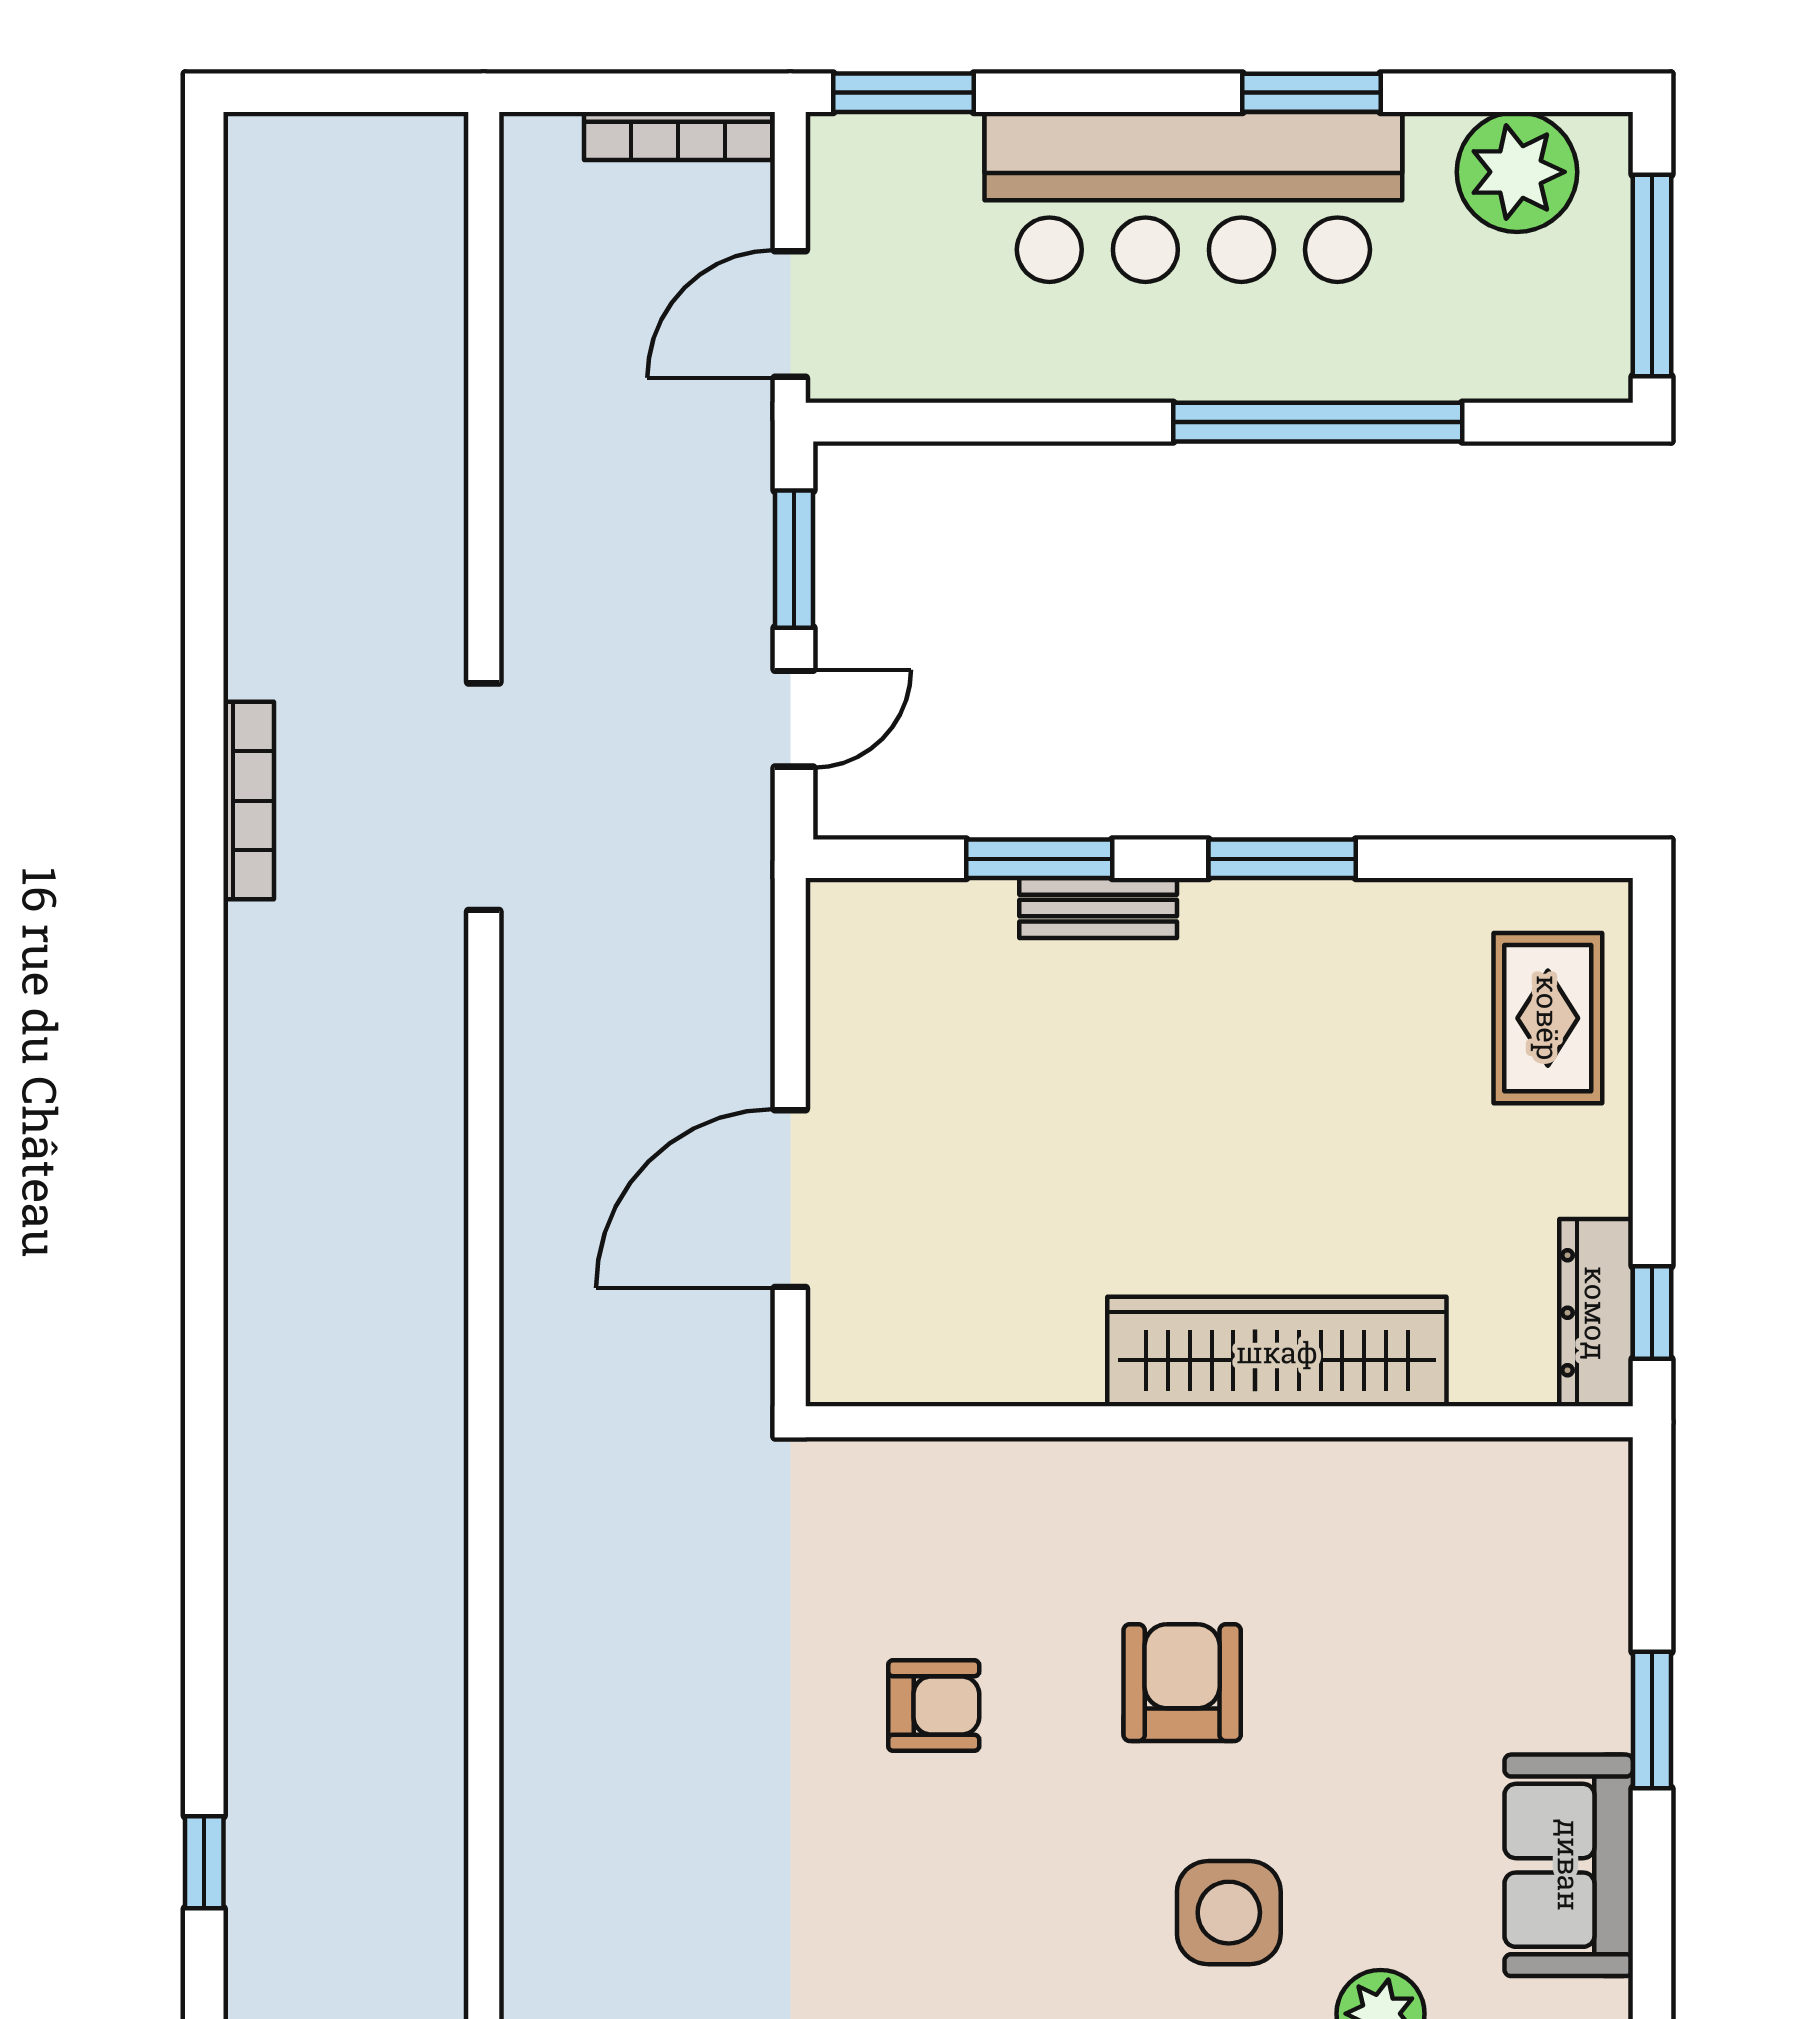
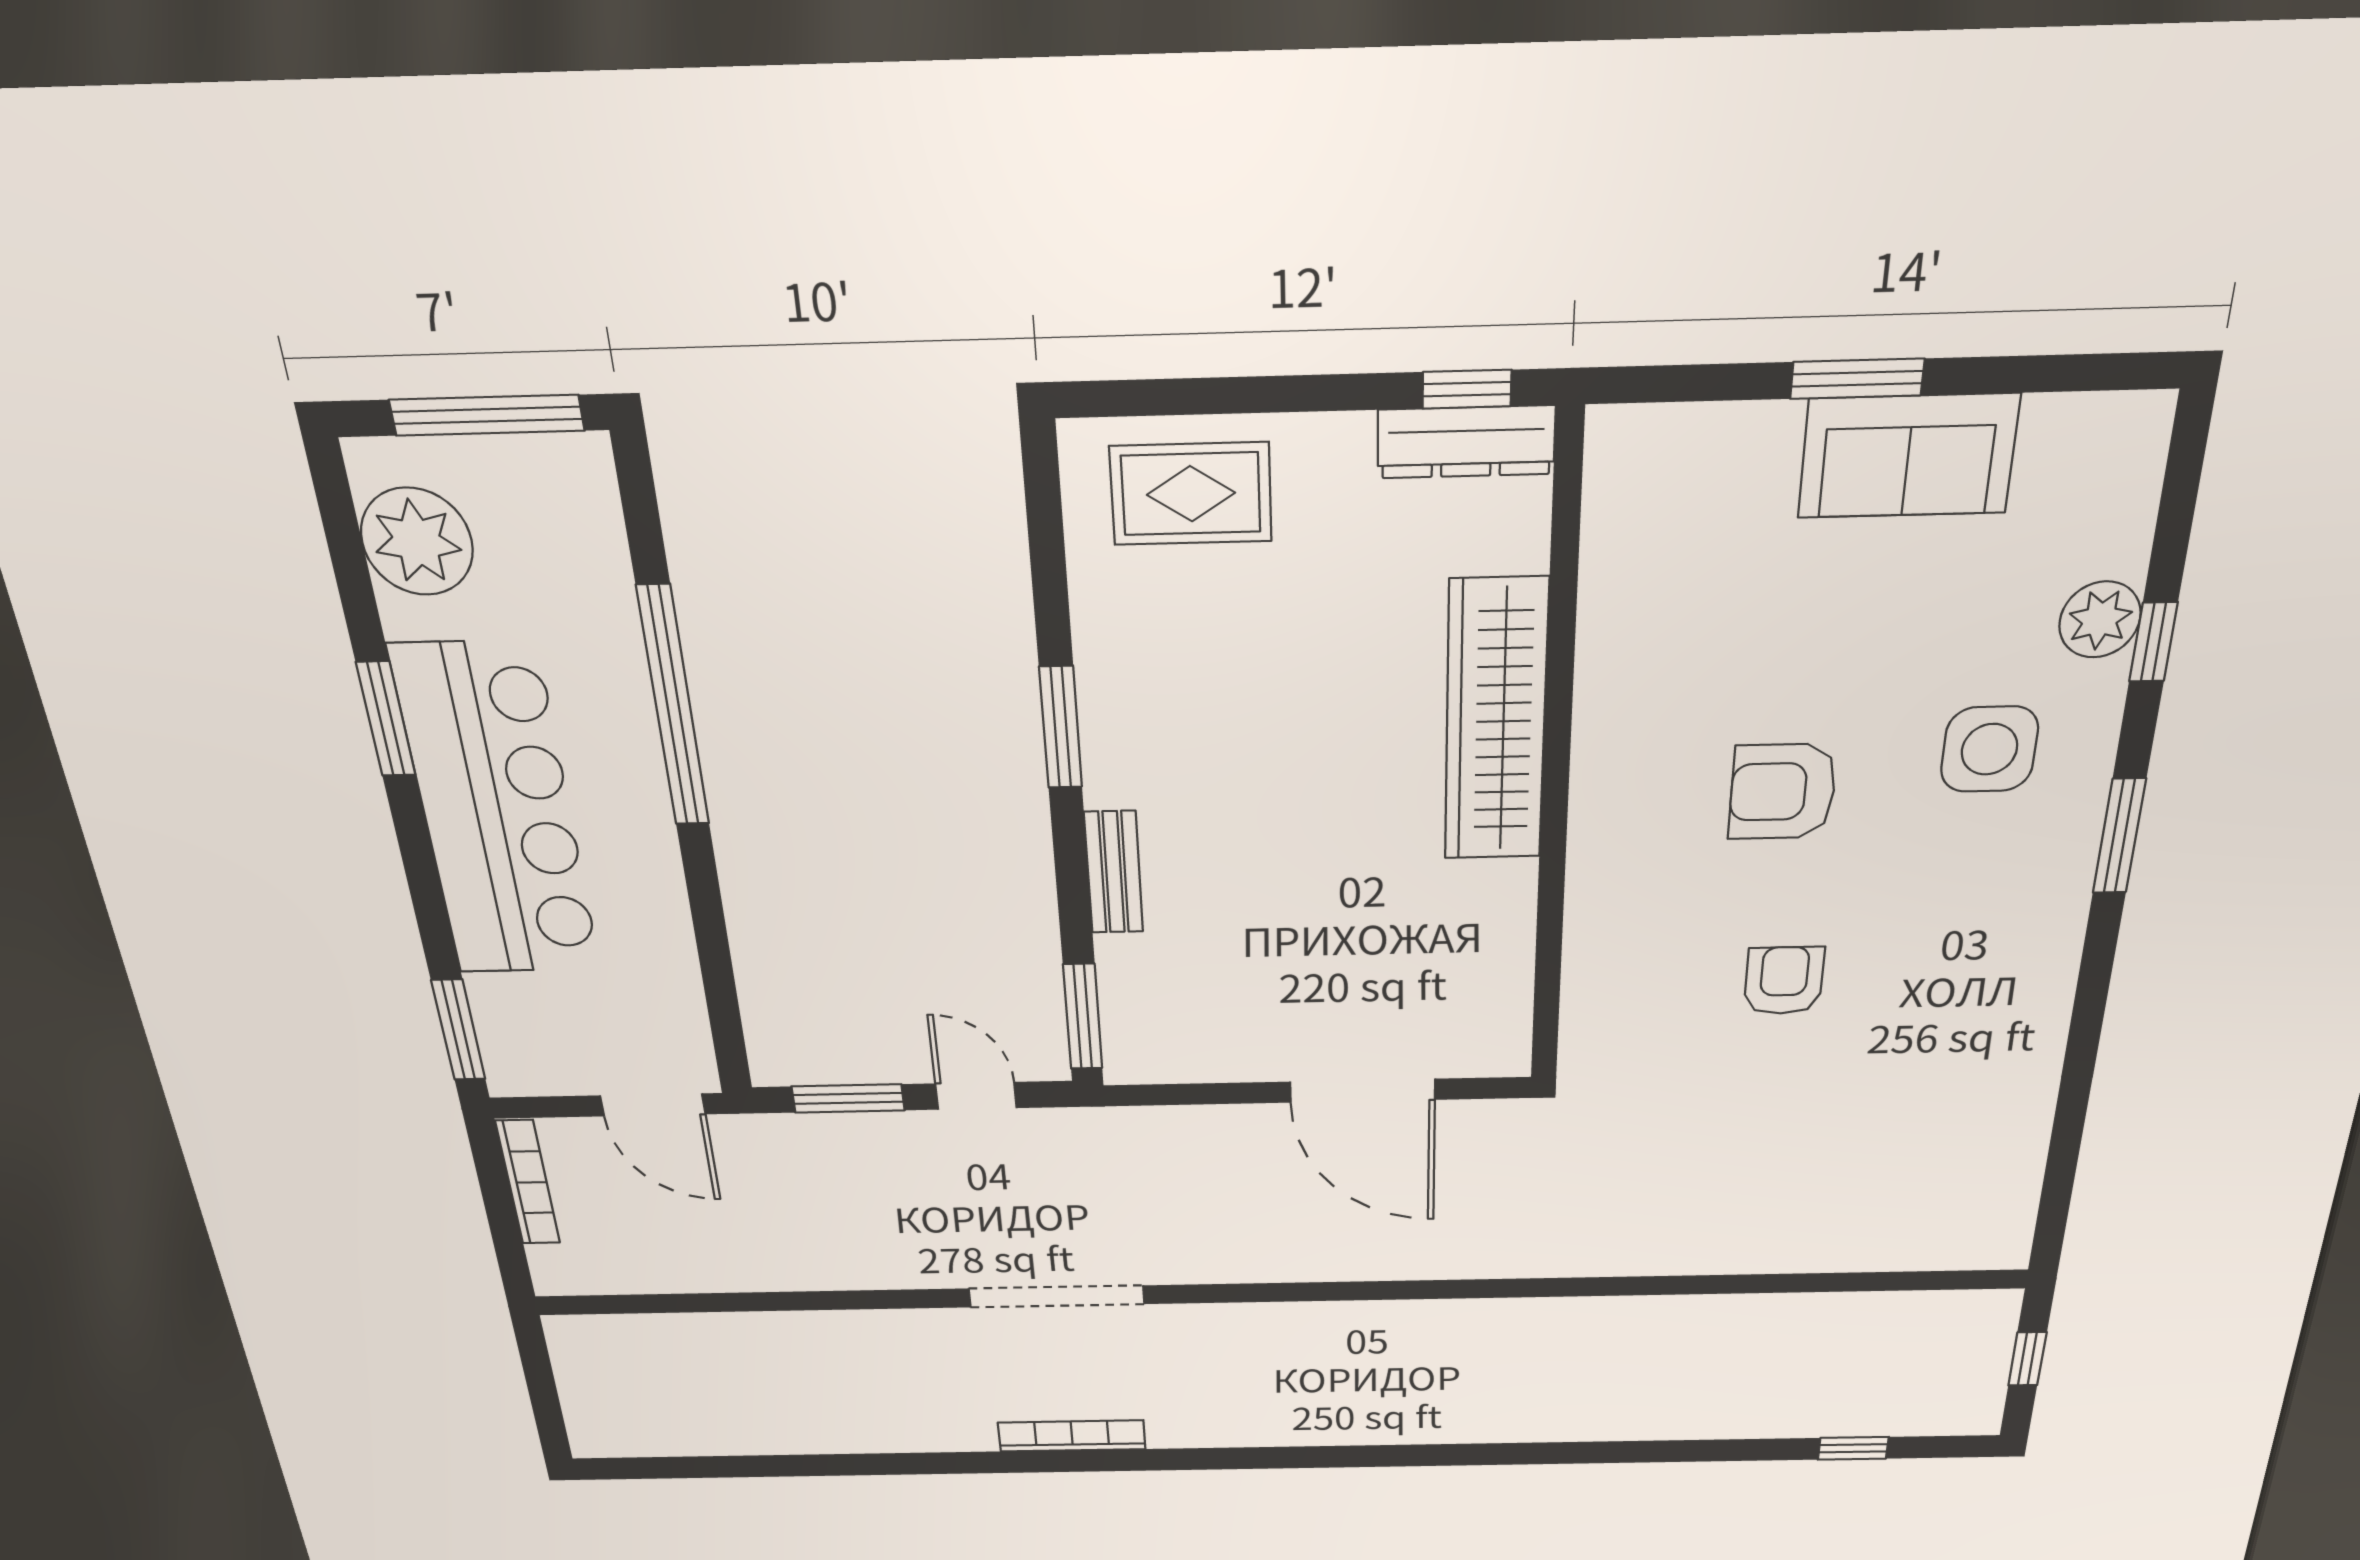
window: (1039, 859) -> (1083, 1017), moved
sofa: (1569, 1865) -> (1908, 456), moved

